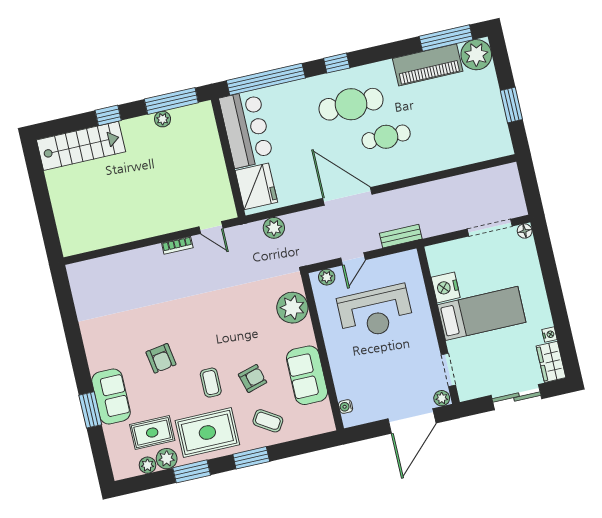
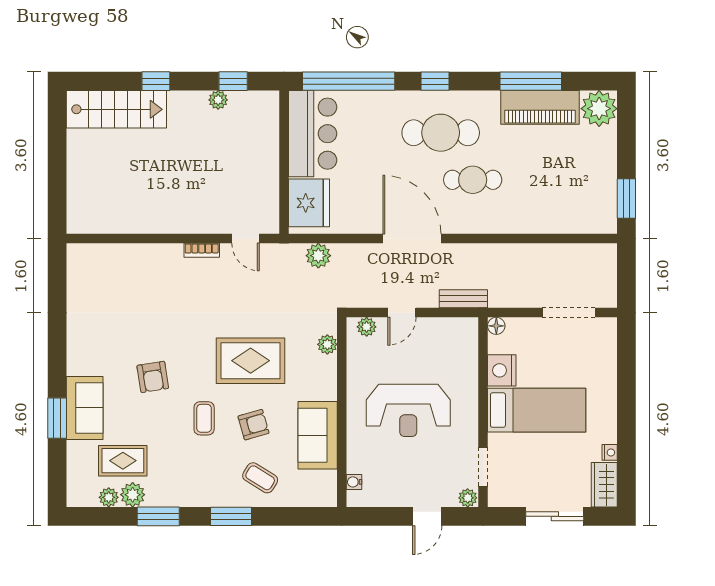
window: (446, 38) -> (531, 81), moved
window: (171, 101) -> (233, 81), width x0.46
window: (511, 105) -> (626, 199), moved
floor lamp: (525, 231) -> (496, 326), moved
plant: (292, 308) -> (327, 344), width x0.53, depth x0.53
reception desk: (375, 312) -> (408, 410), moved
door: (412, 421) -> (427, 516), width x0.53
rug: (207, 433) -> (251, 361), moved

